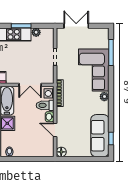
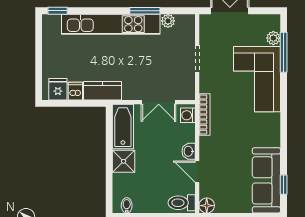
plant: (104, 97) -> (273, 38), moved
toilet: (45, 105) -> (182, 203), moved

